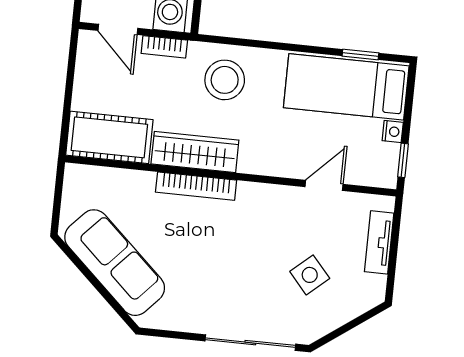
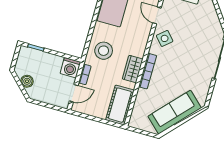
wardrobe: (195, 152) -> (133, 69), width x0.67
side table: (310, 275) -> (165, 38), moved

